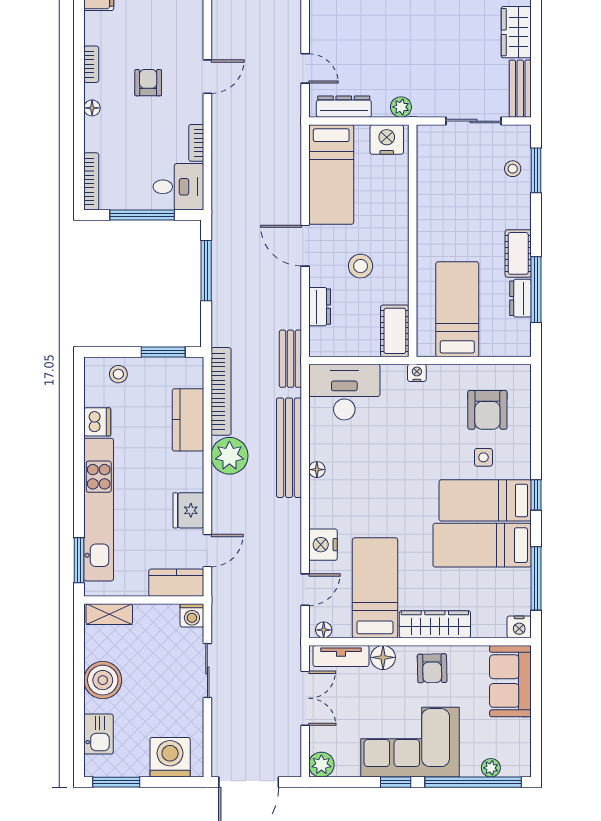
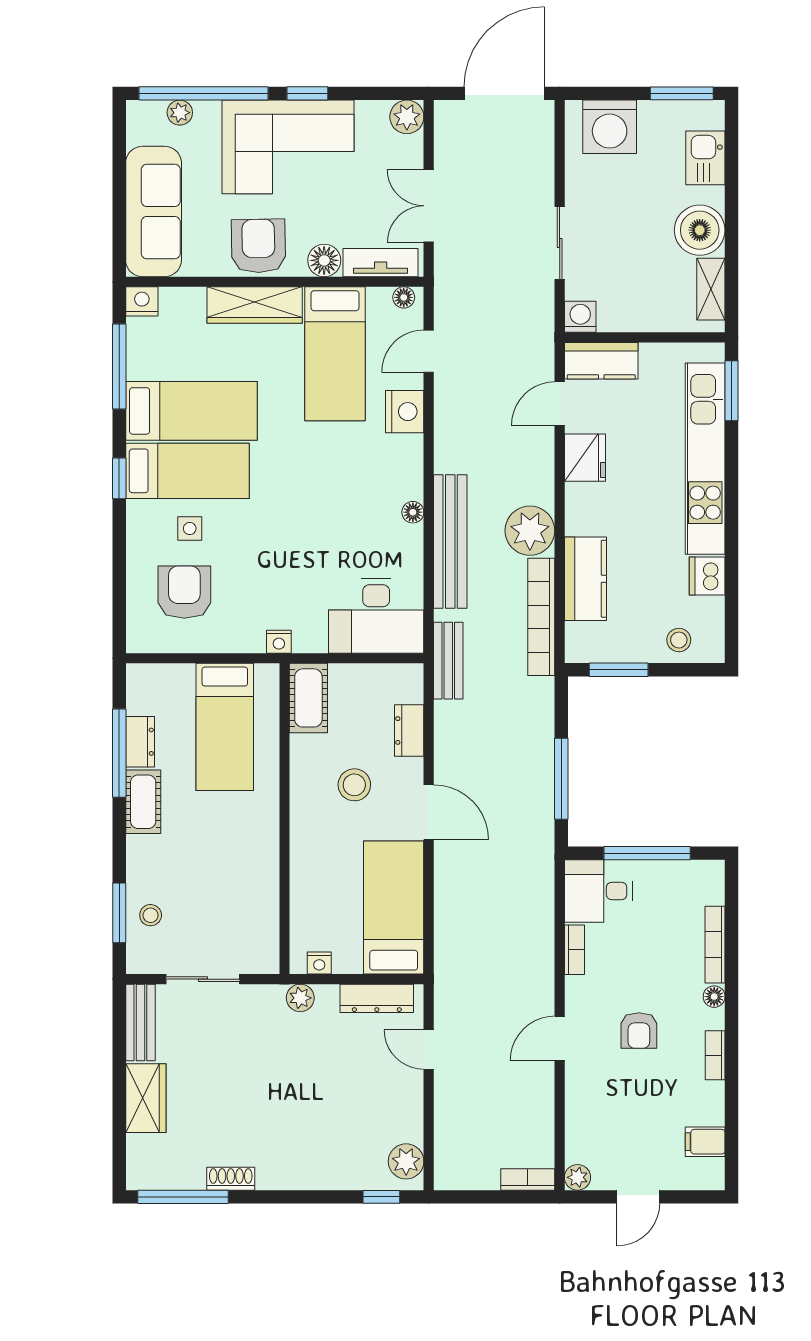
nightstand: (387, 140) -> (319, 963), width x0.53, depth x0.56
bookcase: (91, 181) -> (715, 945), moved
shelving: (109, 614) -> (711, 289), moved, turned 90
armchair: (432, 668) -> (258, 246), width x1.38, depth x1.38
sofa: (510, 681) -> (154, 212), width x1.36

